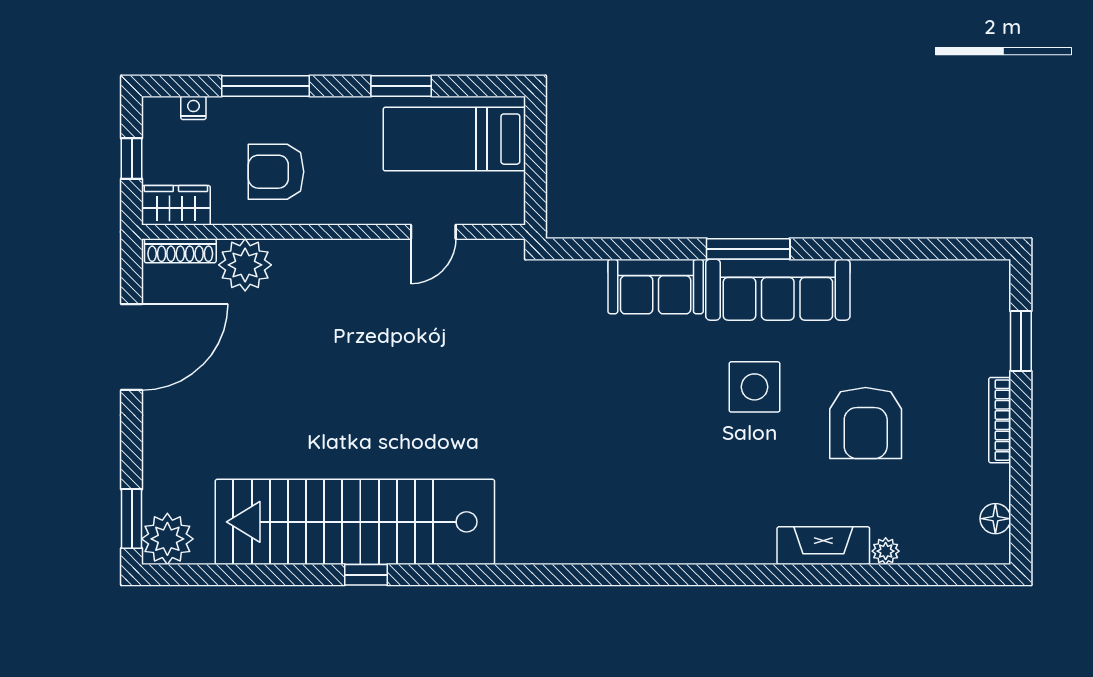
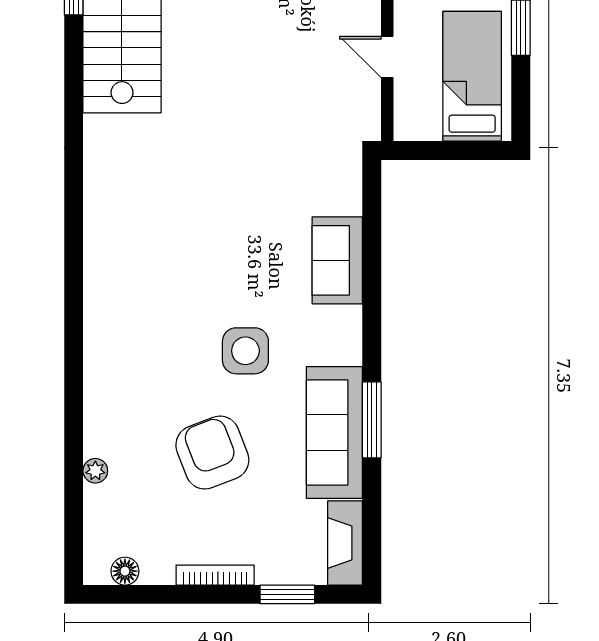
window: (748, 249) -> (372, 420), moved
sofa: (778, 290) -> (334, 432), moved
armchair: (866, 423) -> (212, 453), turned 69
fireplace: (823, 546) -> (345, 543), moved, turned 180

